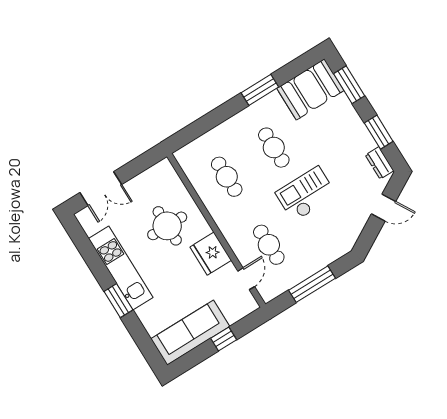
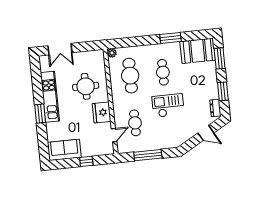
plant: (182, 156) -> (112, 53), added
cafe table: (227, 177) -> (130, 76), width x1.37, depth x1.35
sofa: (190, 333) -> (64, 150), width x0.73

